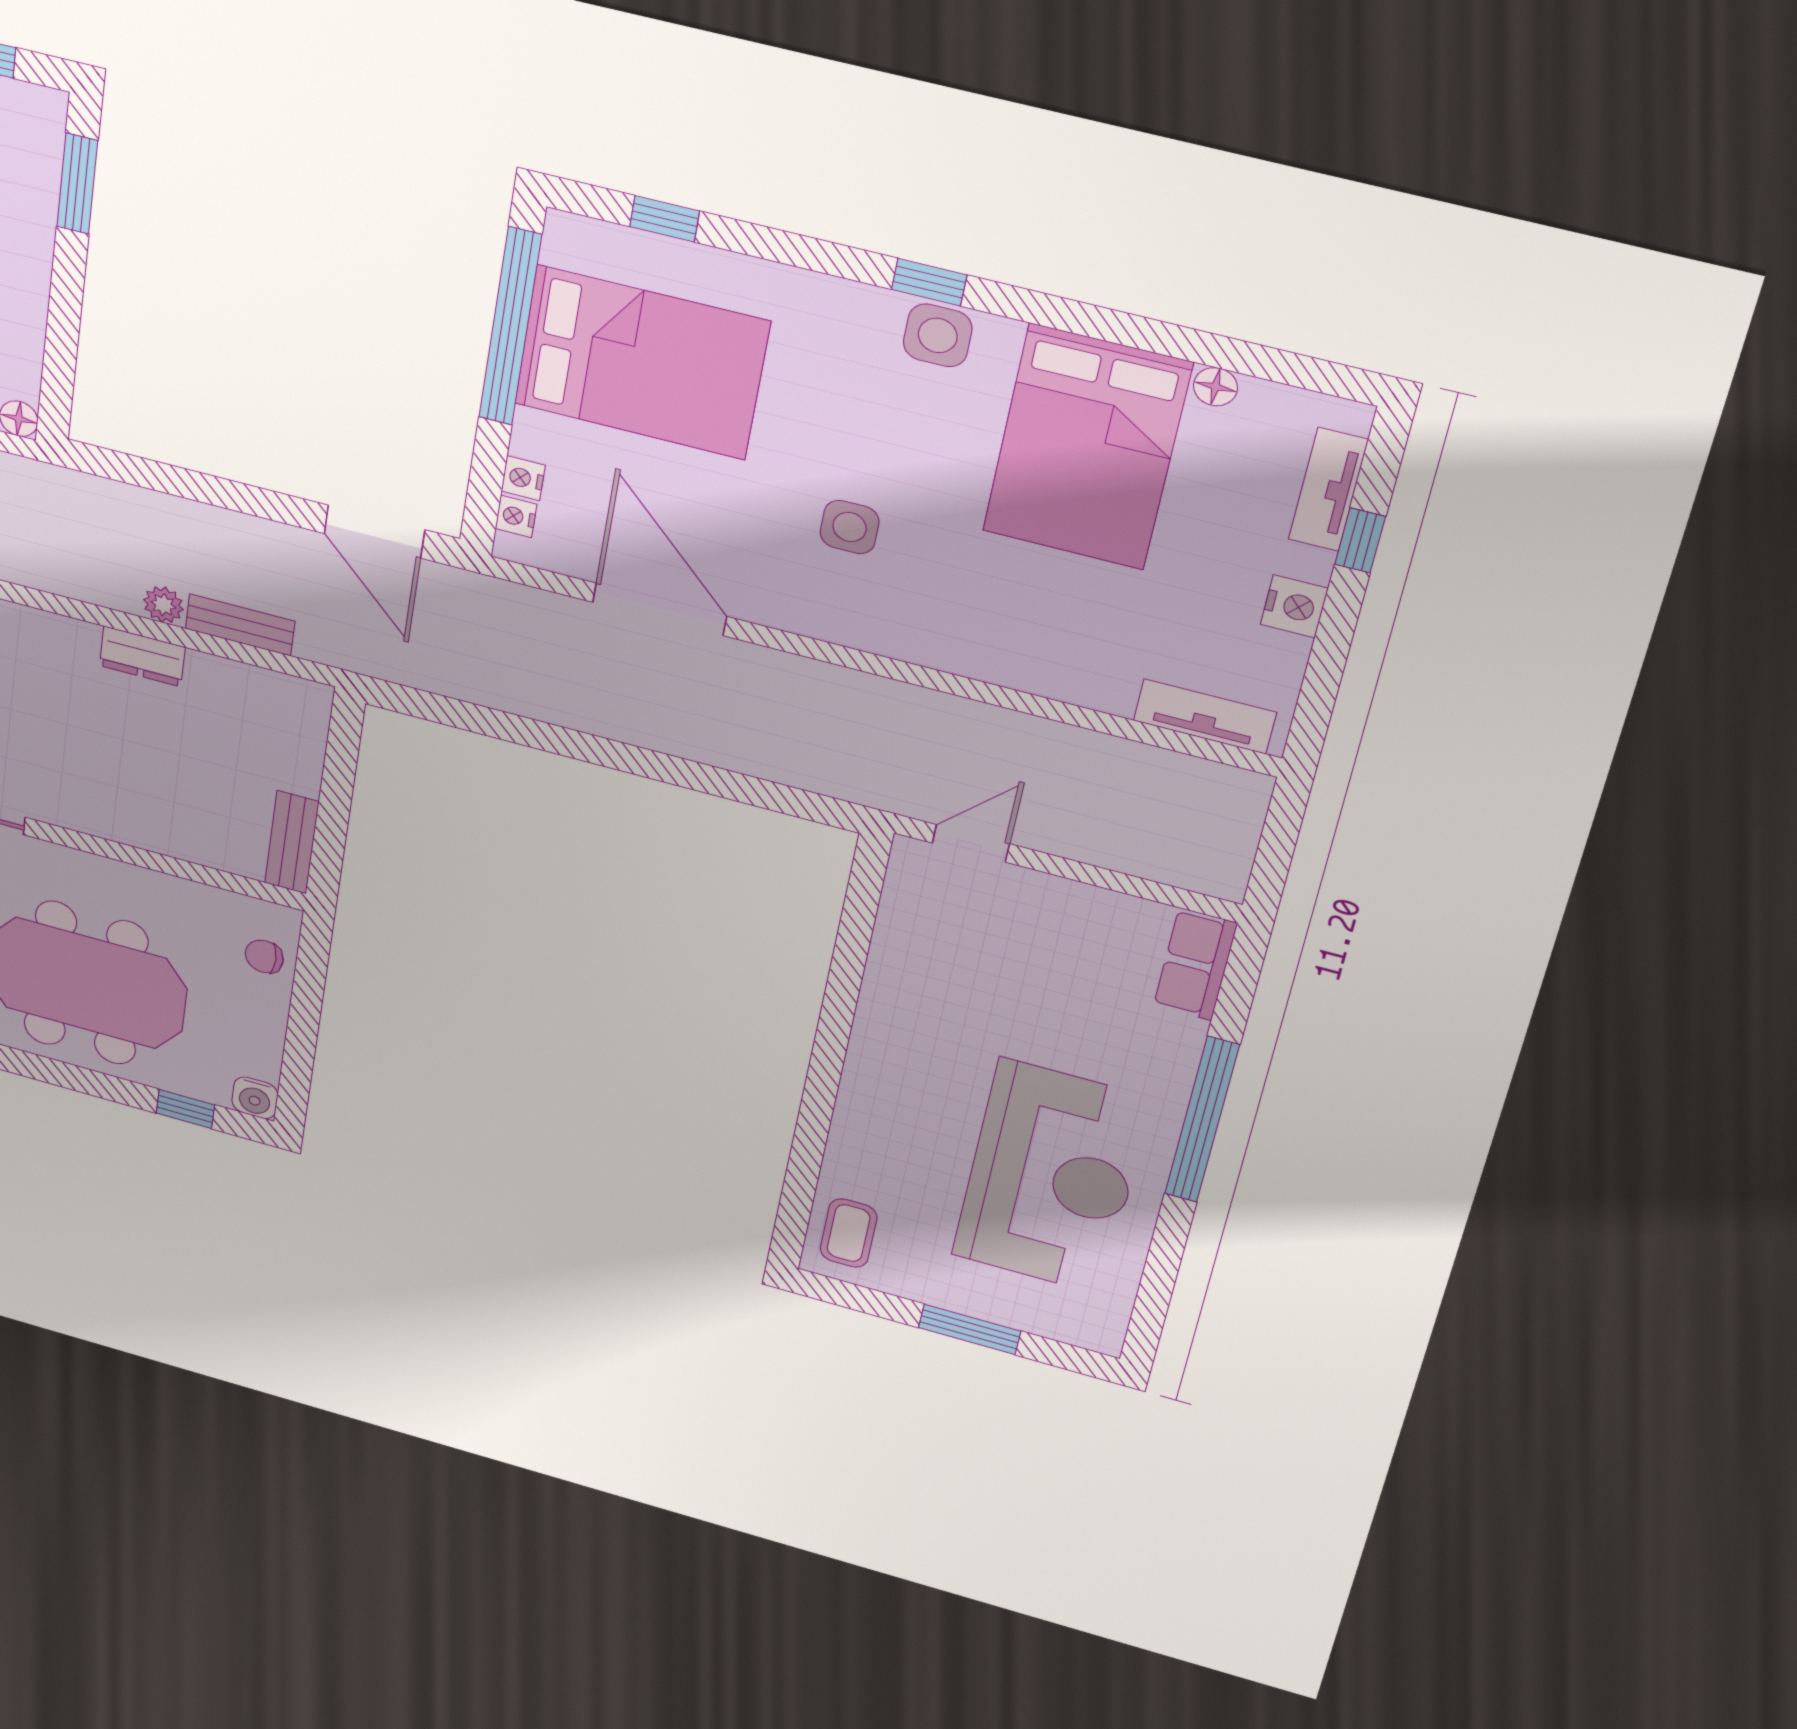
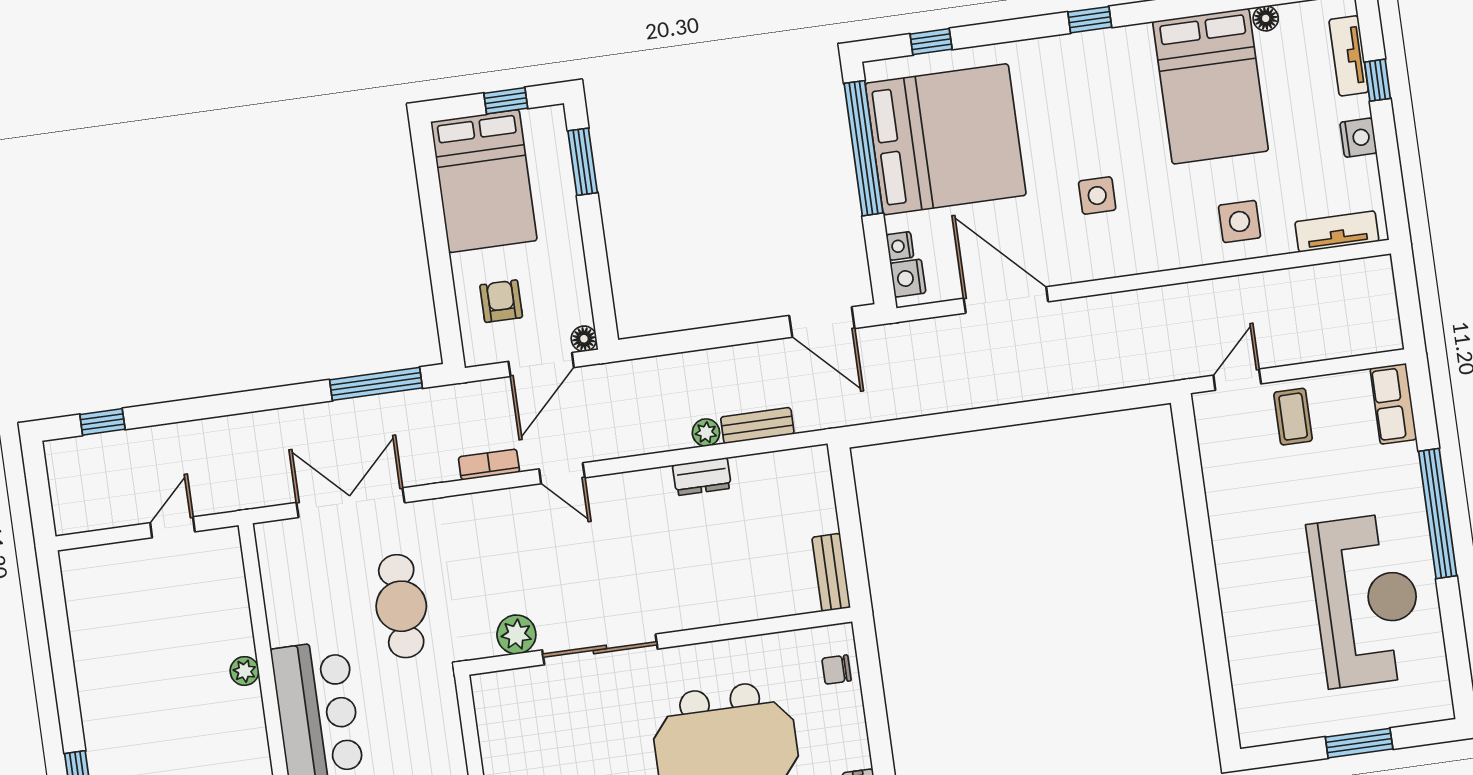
side table: (938, 335) -> (1240, 221), moved
bed: (641, 363) -> (946, 139), width x1.36
nightstand: (516, 516) -> (908, 278), width x1.39, depth x1.35
coffee table: (849, 1233) -> (1293, 417), moved

